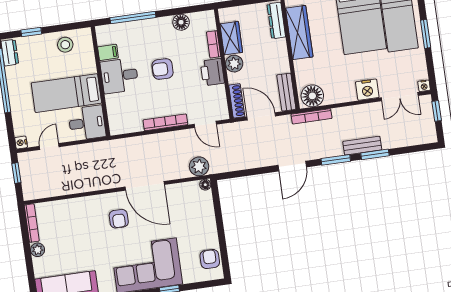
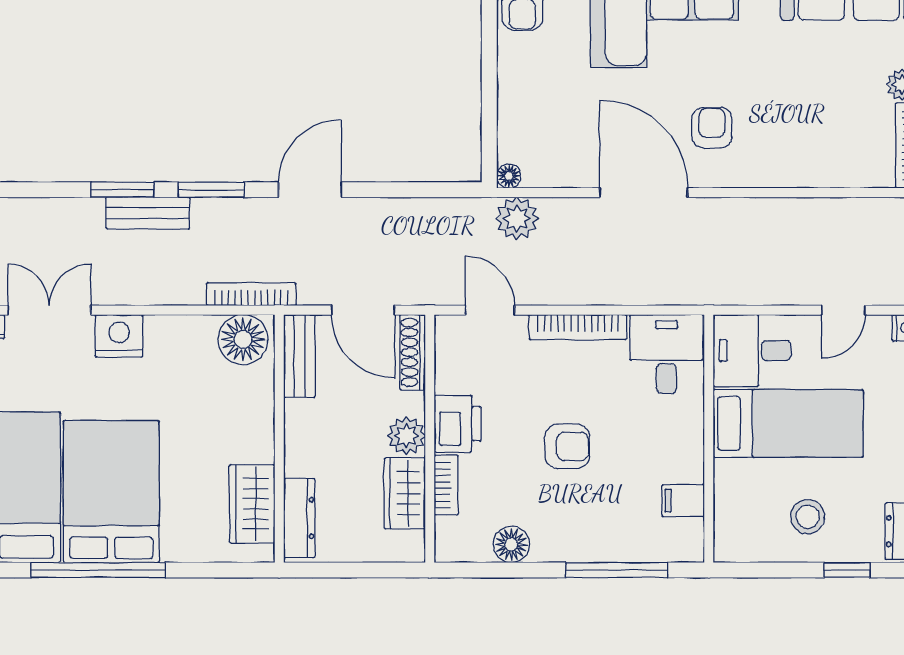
wardrobe: (299, 33) -> (252, 504), width x0.67
stool: (65, 45) -> (808, 517), moved
desk: (119, 76) -> (666, 354), moved, turned -90

